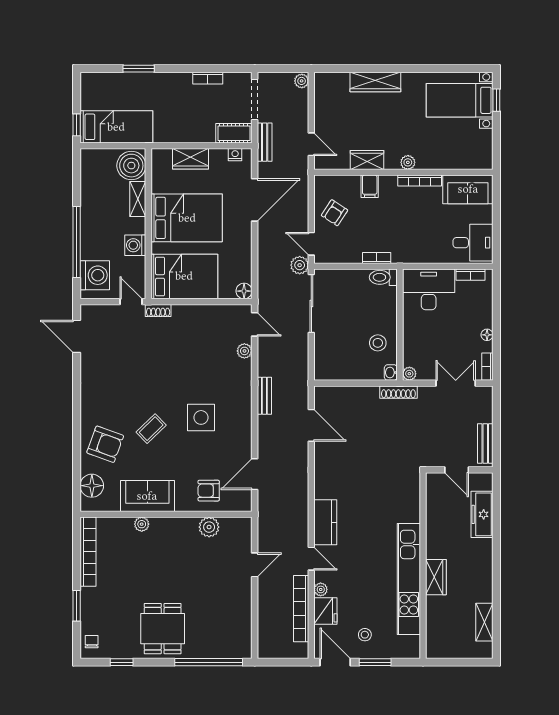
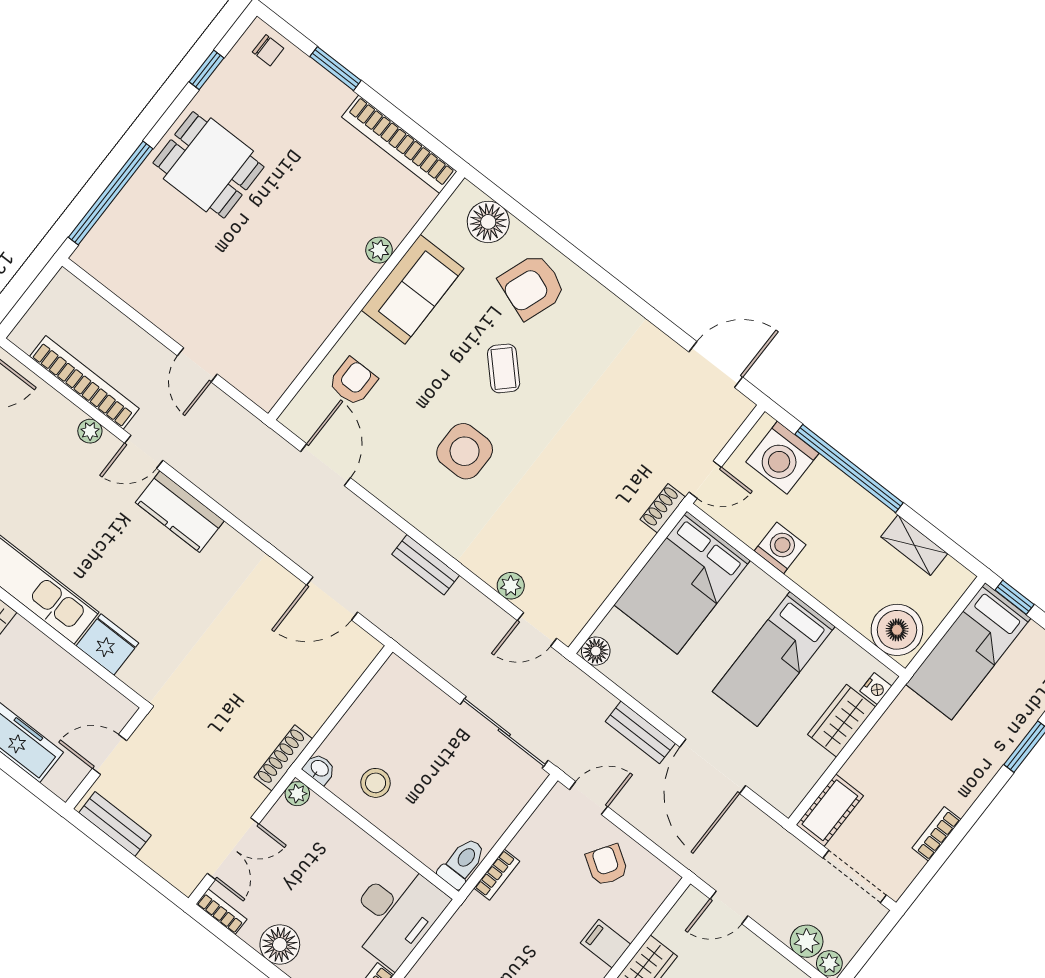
bench: (265, 142) -> (640, 732), moved
nightstand: (235, 155) -> (876, 689), moved
shelving: (138, 199) -> (914, 545), moved
bed: (187, 218) -> (774, 659), width x0.67
plant: (300, 265) -> (807, 941), moved
floor lamp: (487, 335) -> (280, 945), width x1.89, depth x1.89
plant: (209, 527) -> (301, 342), removed
fridge: (325, 611) -> (107, 644), moved, turned 180

